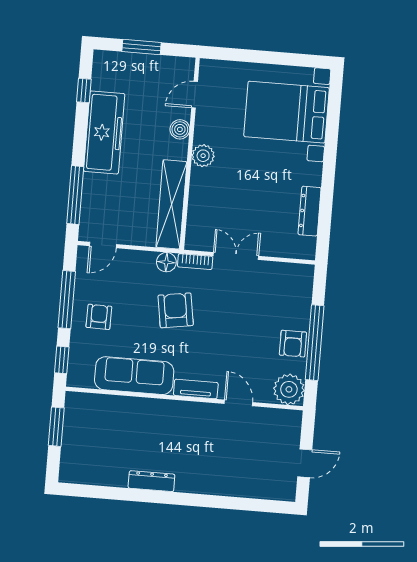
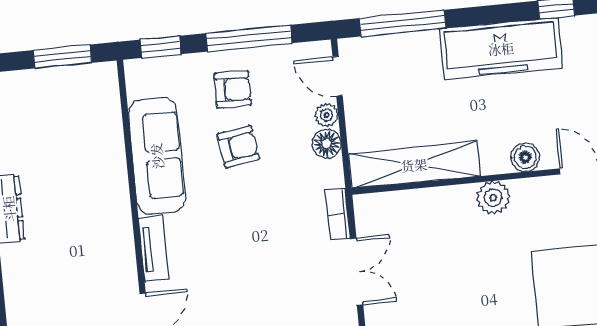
plant: (127, 257) -> (326, 115), added
floor lamp: (166, 262) -> (327, 144), moved
armchair: (176, 310) -> (238, 147), moved, width x0.72, depth x0.72

